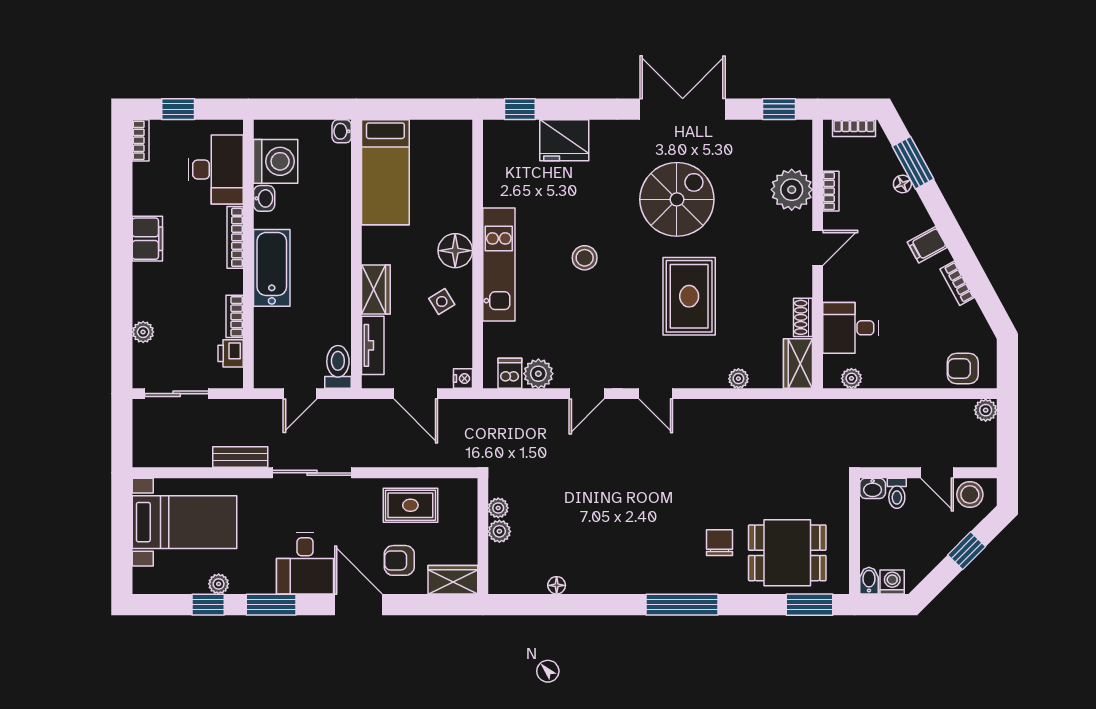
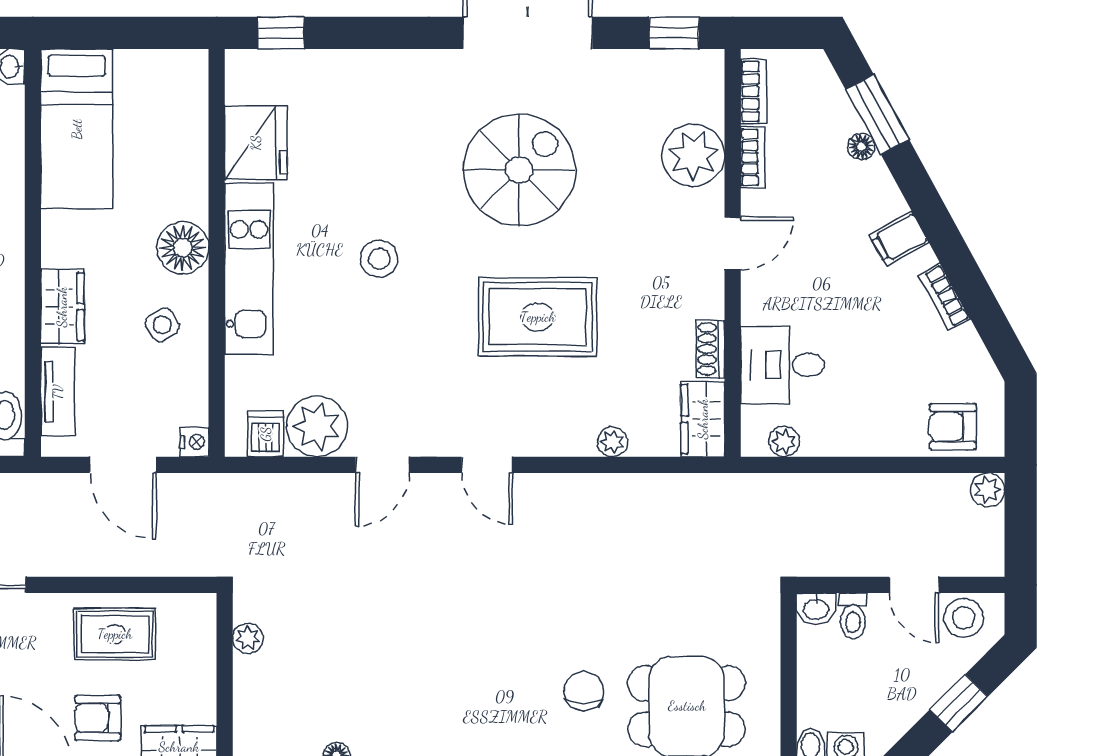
bookcase: (854, 128) -> (754, 91), moved, turned -90
fridge: (564, 140) -> (256, 143), moved, turned -90
rug: (689, 296) -> (538, 317), turned 90
plant: (538, 374) -> (317, 426), width x1.36, depth x1.36
plant: (499, 531) -> (250, 674), removed

